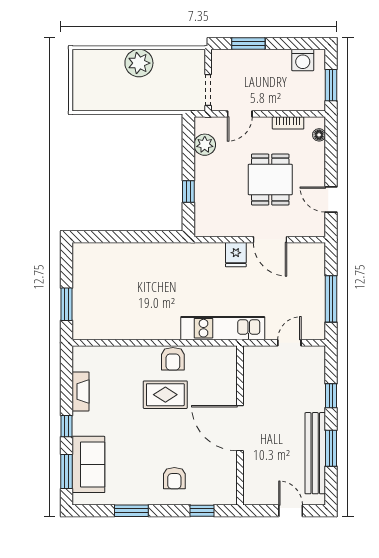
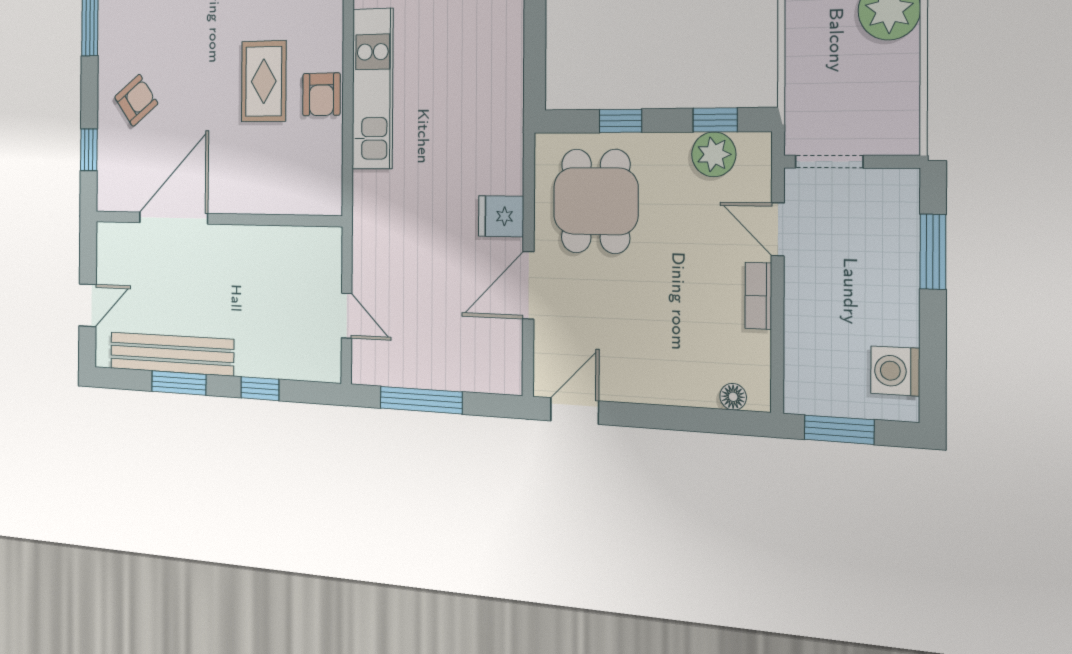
bookcase: (288, 123) -> (758, 296), moved
window: (188, 144) -> (715, 120), added
dining table: (270, 180) -> (596, 201), moved, turned 90
door: (331, 199) -> (575, 411), moved
kitchen unit: (223, 328) -> (373, 89), moved
armchair: (173, 359) -> (321, 94), turned -90
door: (240, 428) -> (173, 218), moved
armchair: (174, 478) -> (136, 100), turned 143

